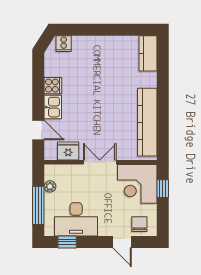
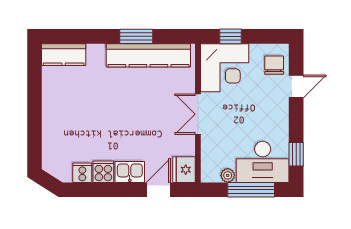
cooker: (64, 44) -> (82, 173), moved, turned -90
window: (163, 112) -> (136, 36), added
fridge: (68, 151) -> (184, 170), moved
desk: (76, 219) -> (263, 162), moved, turned 90
chair: (139, 224) -> (274, 65), turned 90

